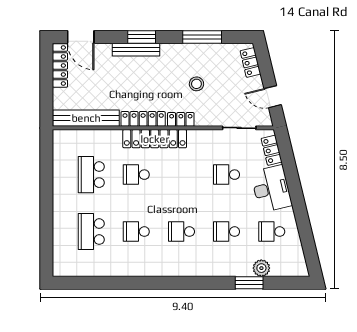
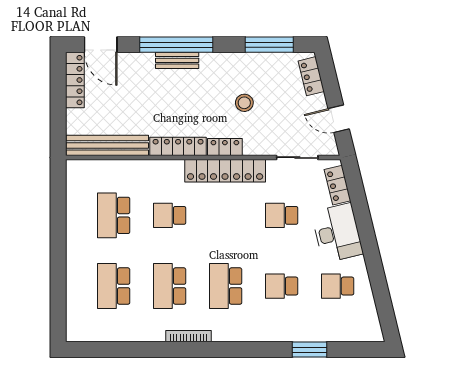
window: (142, 37) -> (176, 45), width x2.11
window: (202, 37) -> (269, 45), moved
bench: (136, 50) -> (177, 60), width x0.73
locker: (155, 139) -> (225, 171), moved
school desk: (136, 232) -> (170, 286), width x1.85
school desk: (181, 232) -> (226, 286), width x1.85
plant: (261, 268) -> (325, 331), removed
bookcase: (151, 272) -> (188, 336), added

